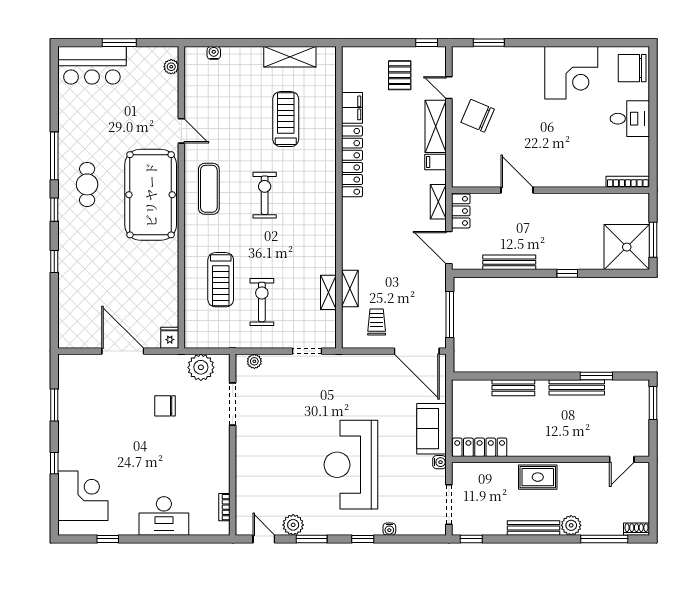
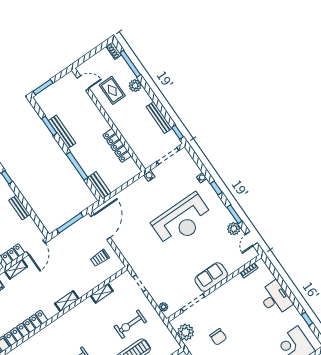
bench: (509, 262) -> (19, 207), width x0.73
shelving: (350, 289) -> (67, 301), moved
window: (518, 376) -> (77, 166), added
bench: (513, 388) -> (99, 185), moved
sofa: (431, 429) -> (211, 277), moved, turned 180
locker: (480, 447) -> (117, 145), moved
rug: (538, 477) -> (112, 90), moved
bench: (534, 528) -> (159, 118), moved

